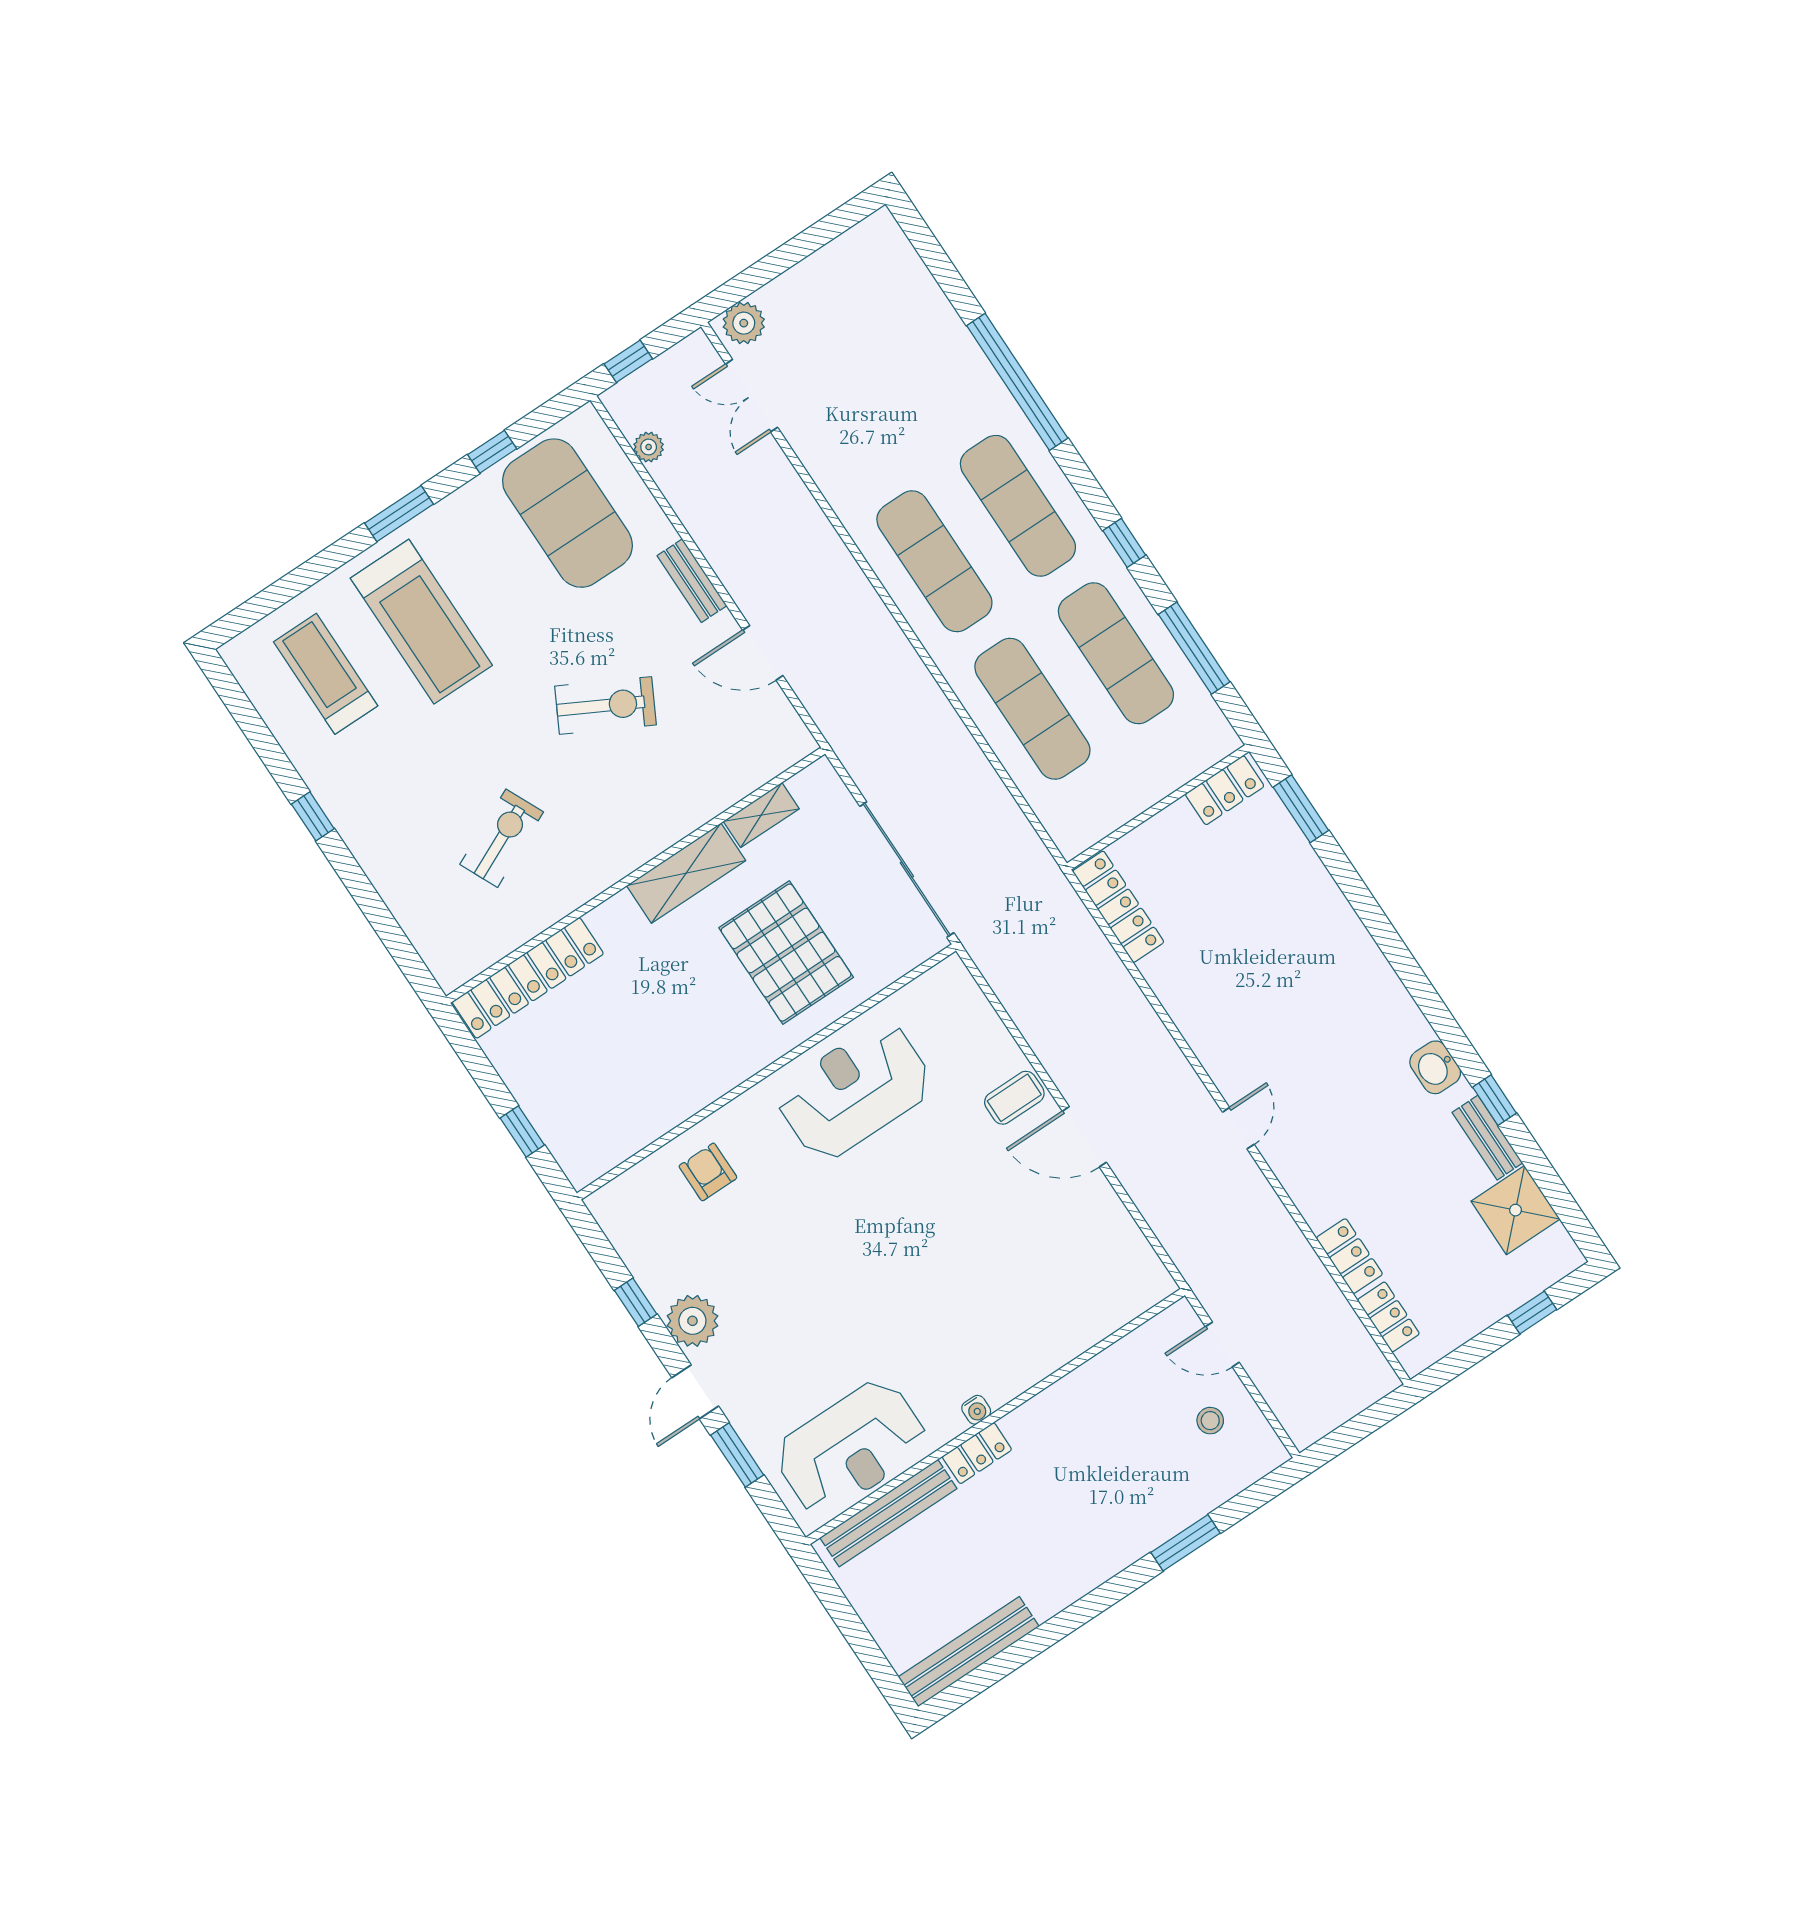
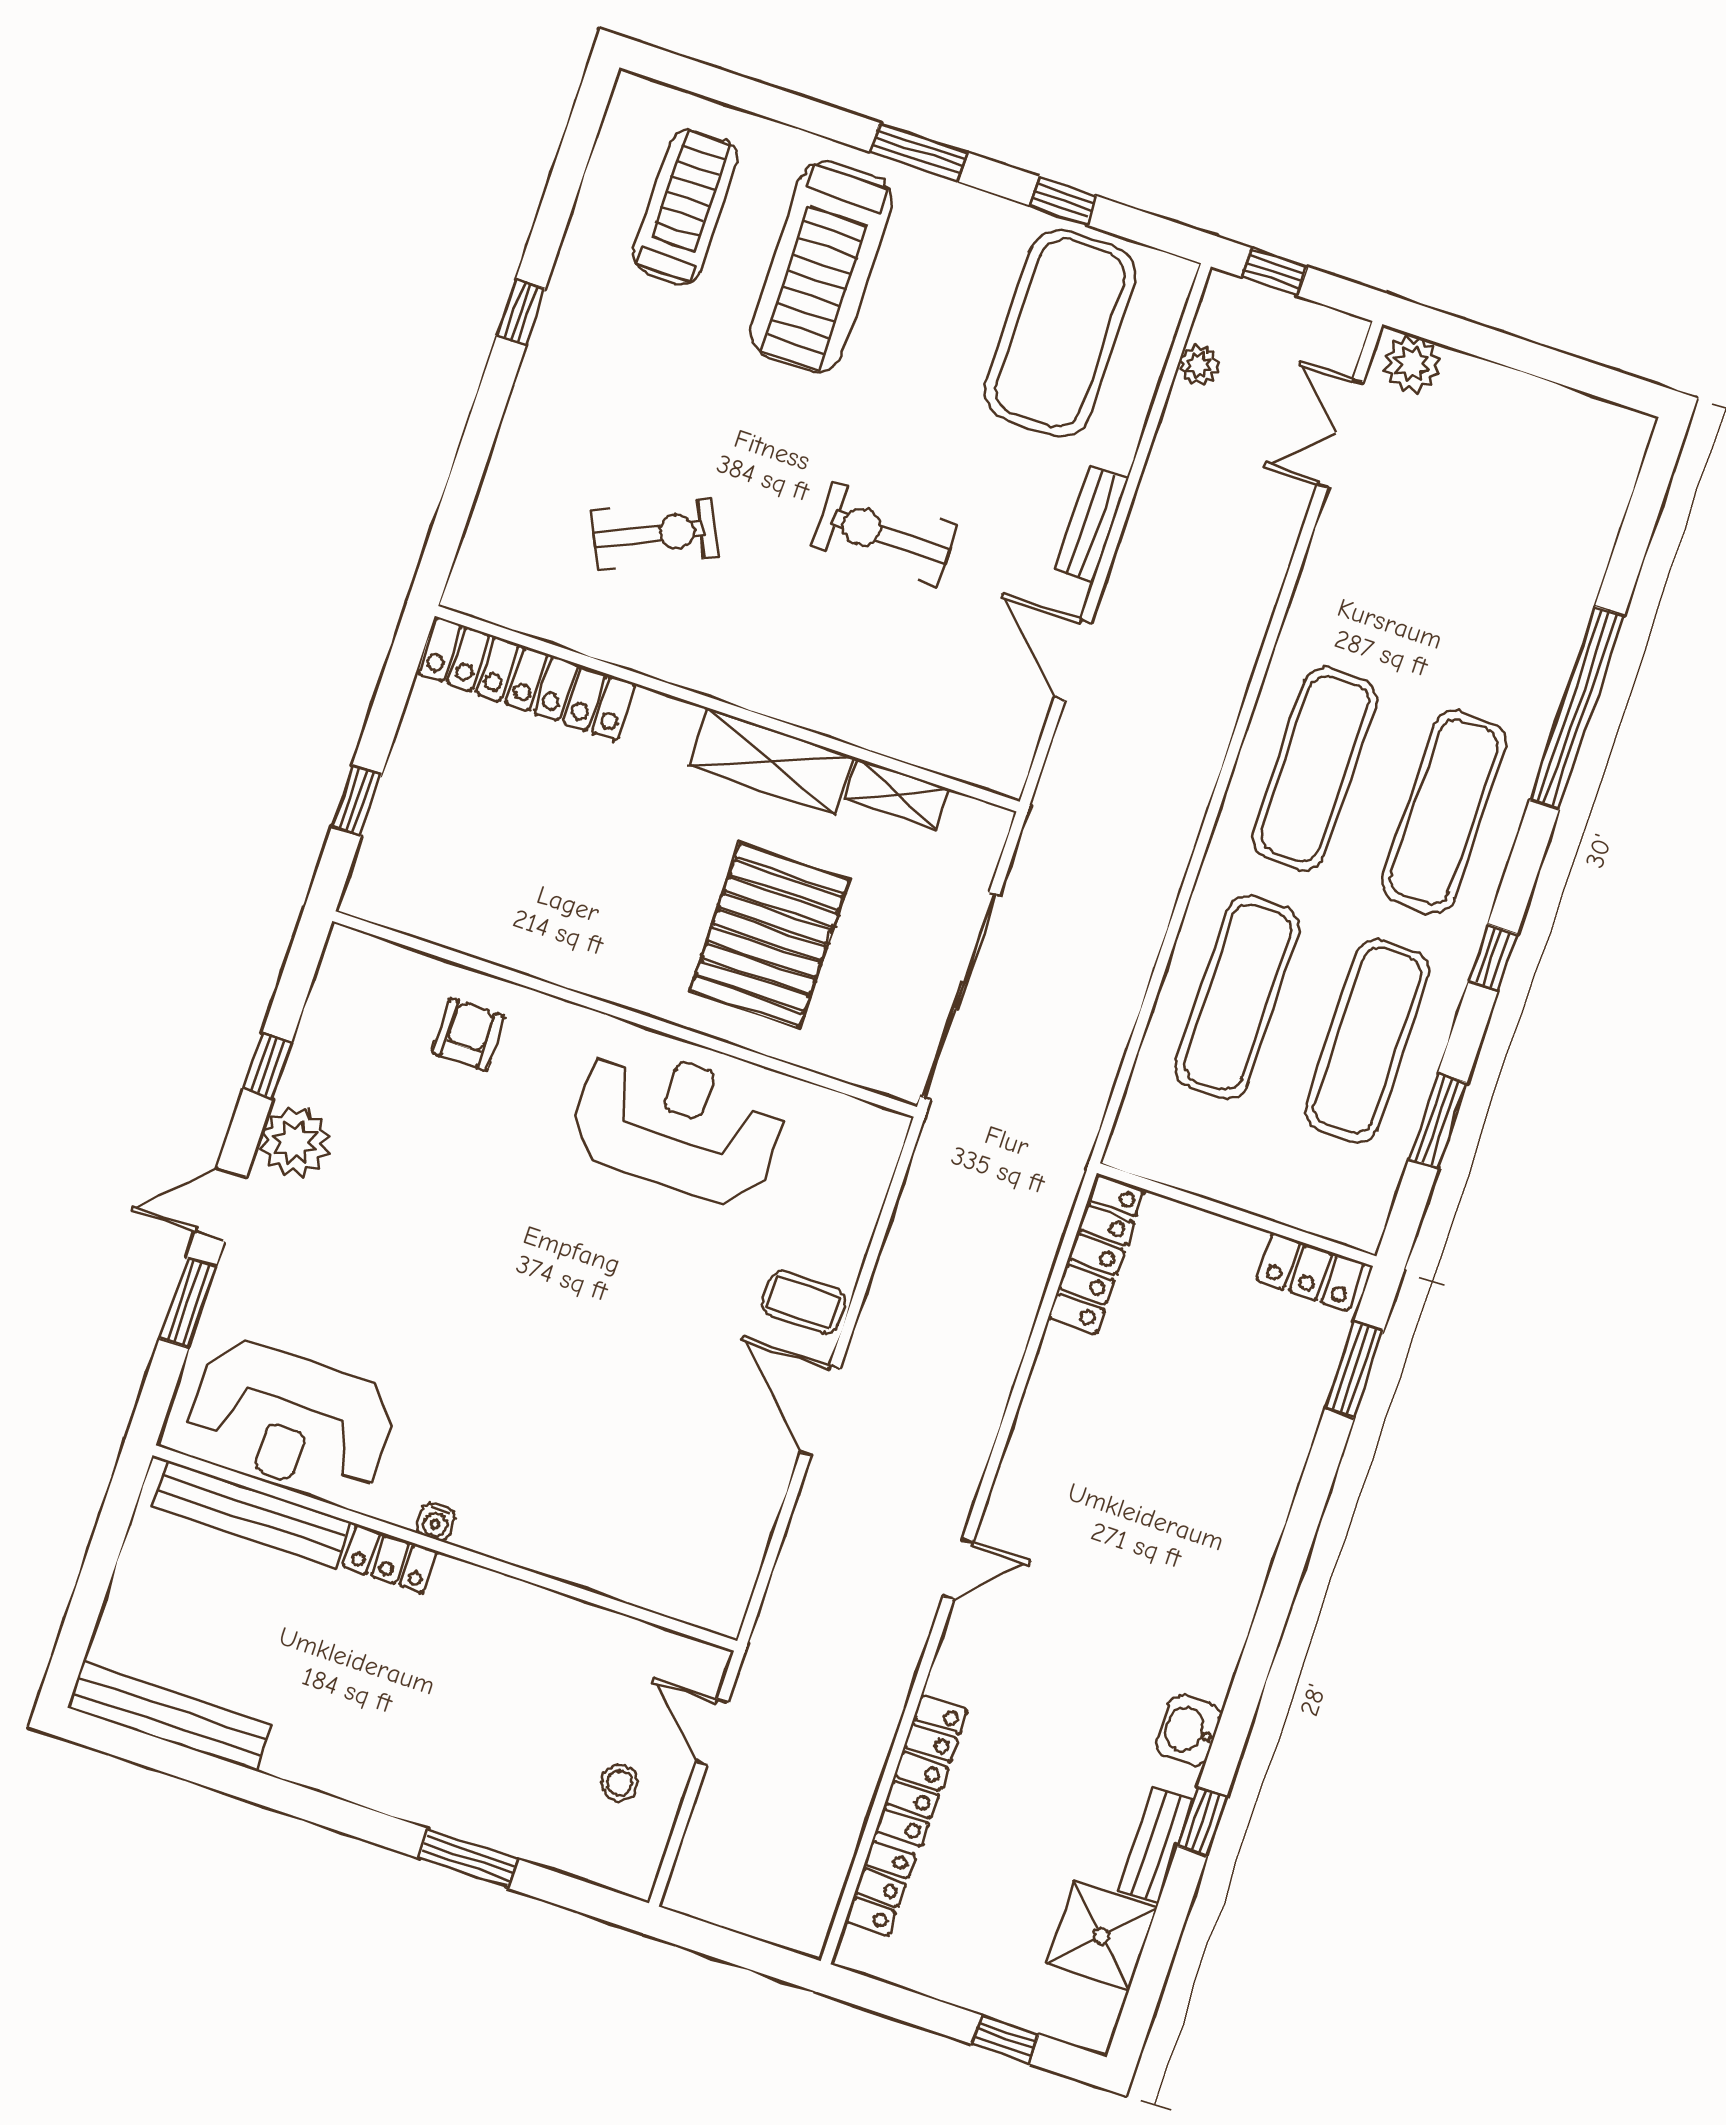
window: (1194, 648) -> (1438, 1121), width x0.69
exercise bike: (606, 705) -> (885, 535), turned 152
locker: (1349, 1256) -> (921, 1771), width x1.53

